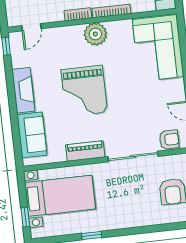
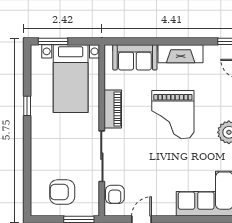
grand piano: (84, 91) -> (173, 115), turned -90
window: (25, 217) -> (53, 41), width x1.50

